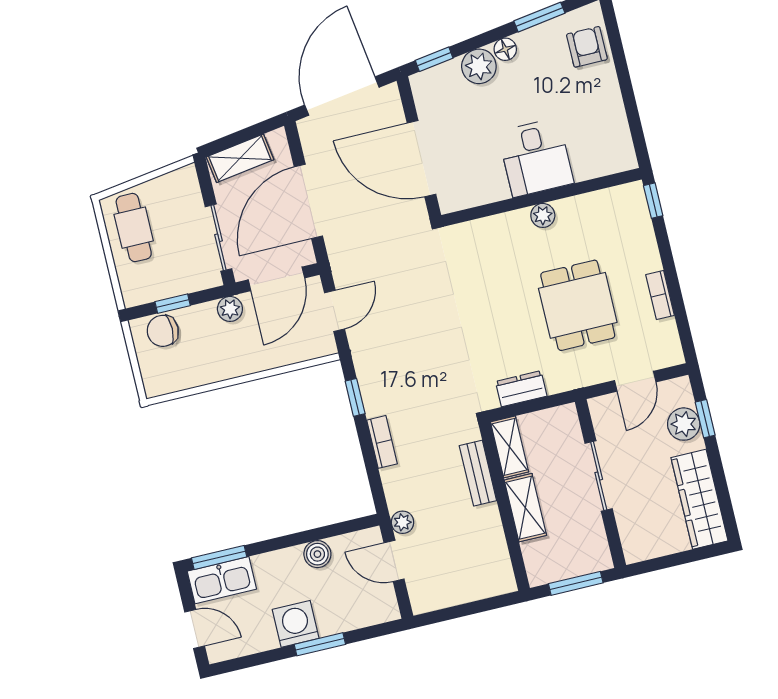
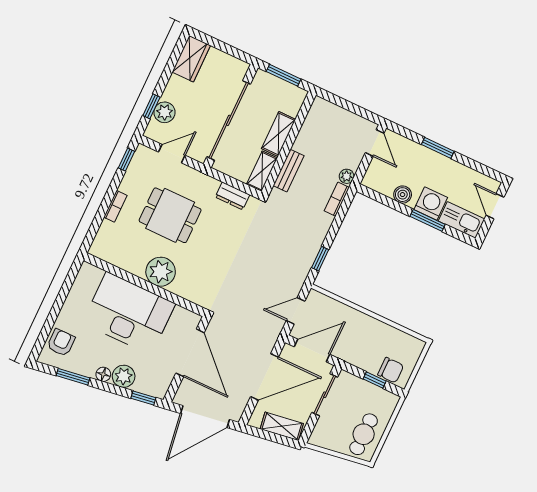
armchair: (587, 47) -> (61, 343), turned 180
desk: (536, 157) -> (129, 313), width x1.87, depth x1.30
window: (653, 201) -> (126, 160), moved
plant: (543, 215) -> (161, 272), width x1.87, depth x1.87
bookcase: (660, 295) -> (115, 206), moved
dining table: (578, 305) -> (170, 215), turned 90
plant: (230, 309) -> (348, 354), removed
bookcase: (382, 442) -> (337, 199), moved
sliding door: (599, 476) -> (229, 120), width x1.86
wardrobe: (699, 499) -> (191, 59), width x0.67
window: (219, 557) -> (428, 220), moved
door: (394, 561) -> (375, 143), moved
washing machine: (296, 624) -> (431, 204), moved, turned 180

